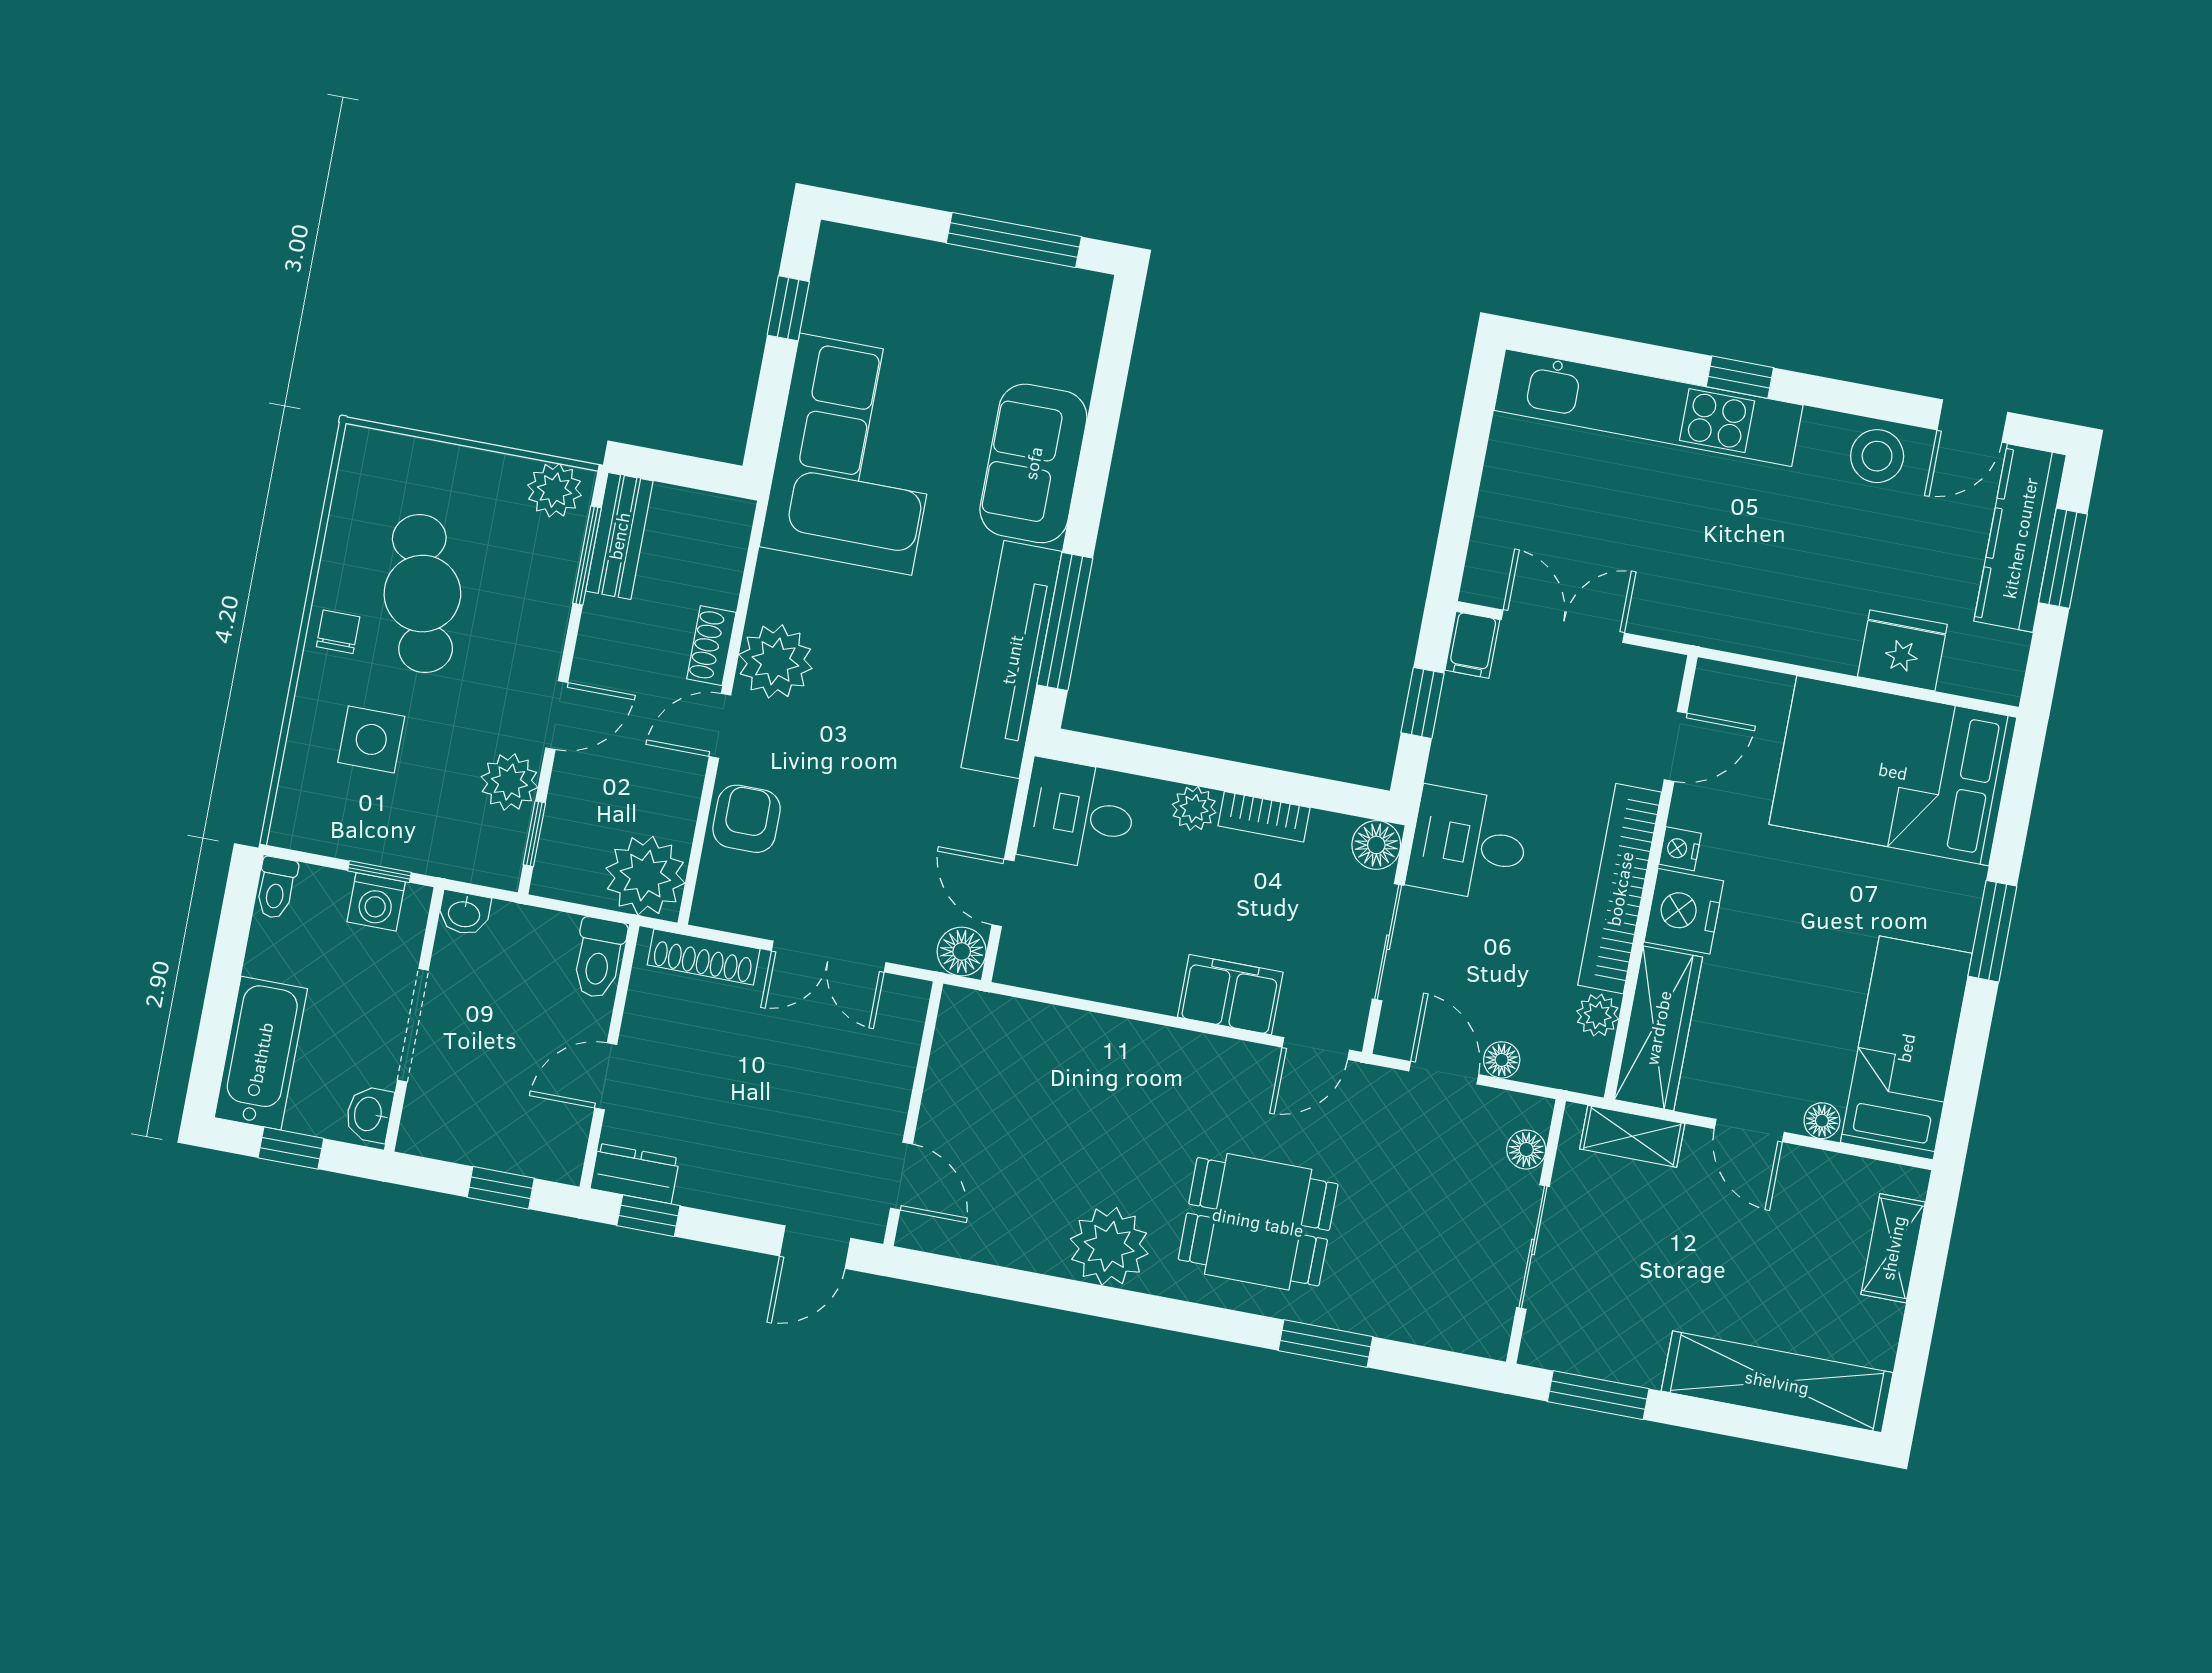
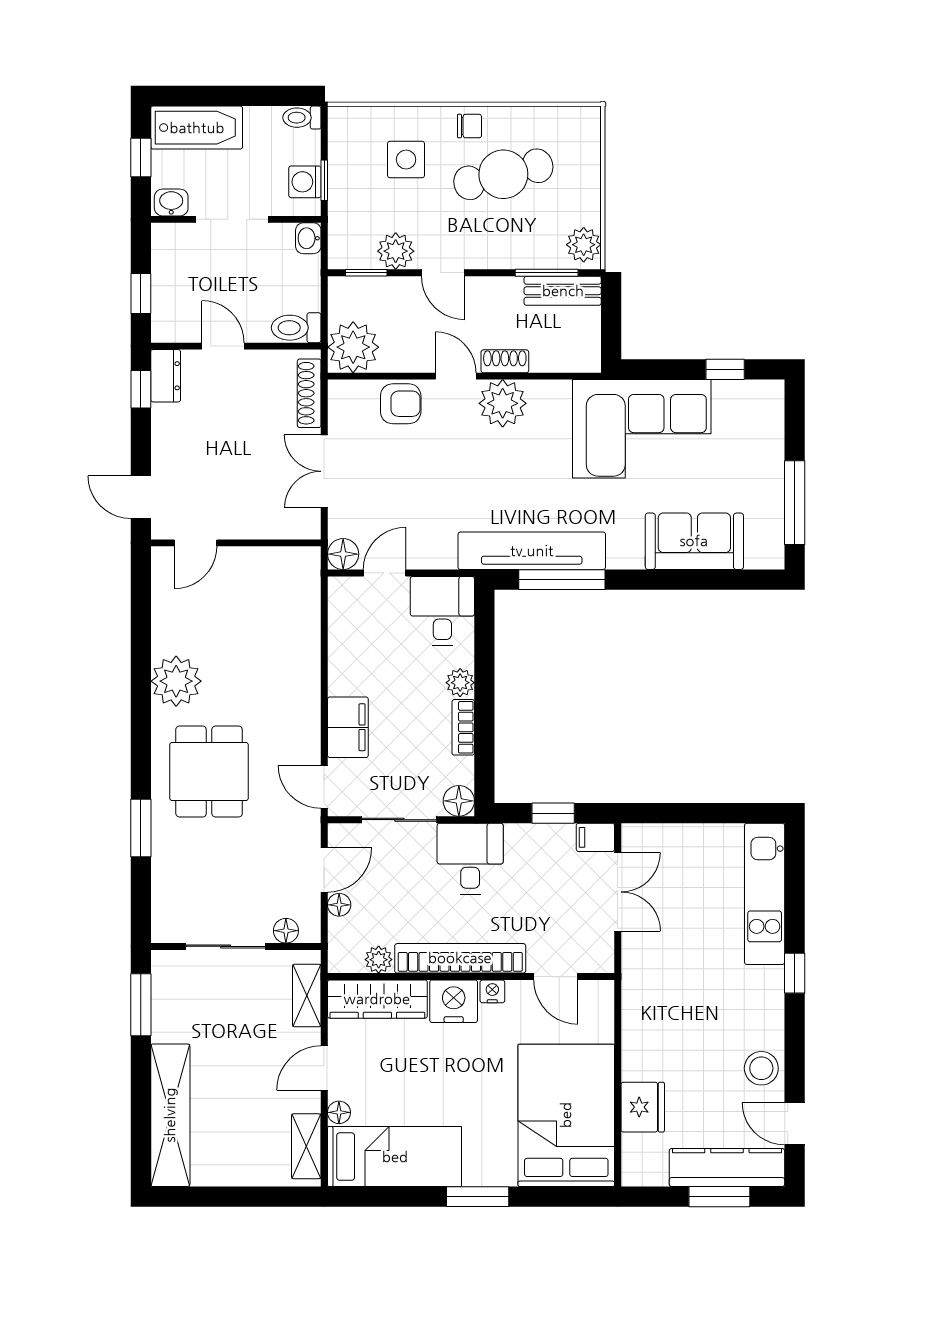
kitchen unit: (1649, 408) -> (765, 894), width x0.73
sofa: (1033, 463) -> (694, 541), moved
shelving: (1893, 1248) -> (306, 1146), moved, turned 90

